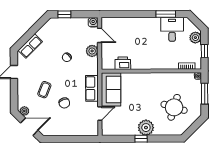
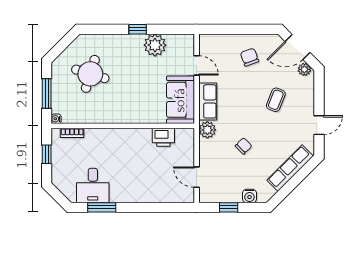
window: (64, 14) -> (229, 207), moved
water cooler: (93, 22) -> (249, 196), moved
plant: (195, 38) -> (59, 174), removed
row of seats: (30, 46) -> (290, 168), width x1.48
plant: (92, 51) -> (207, 130), moved
chair: (64, 103) -> (250, 57), moved
door: (100, 113) -> (197, 65), swing flipped
plant: (146, 128) -> (155, 45), moved

